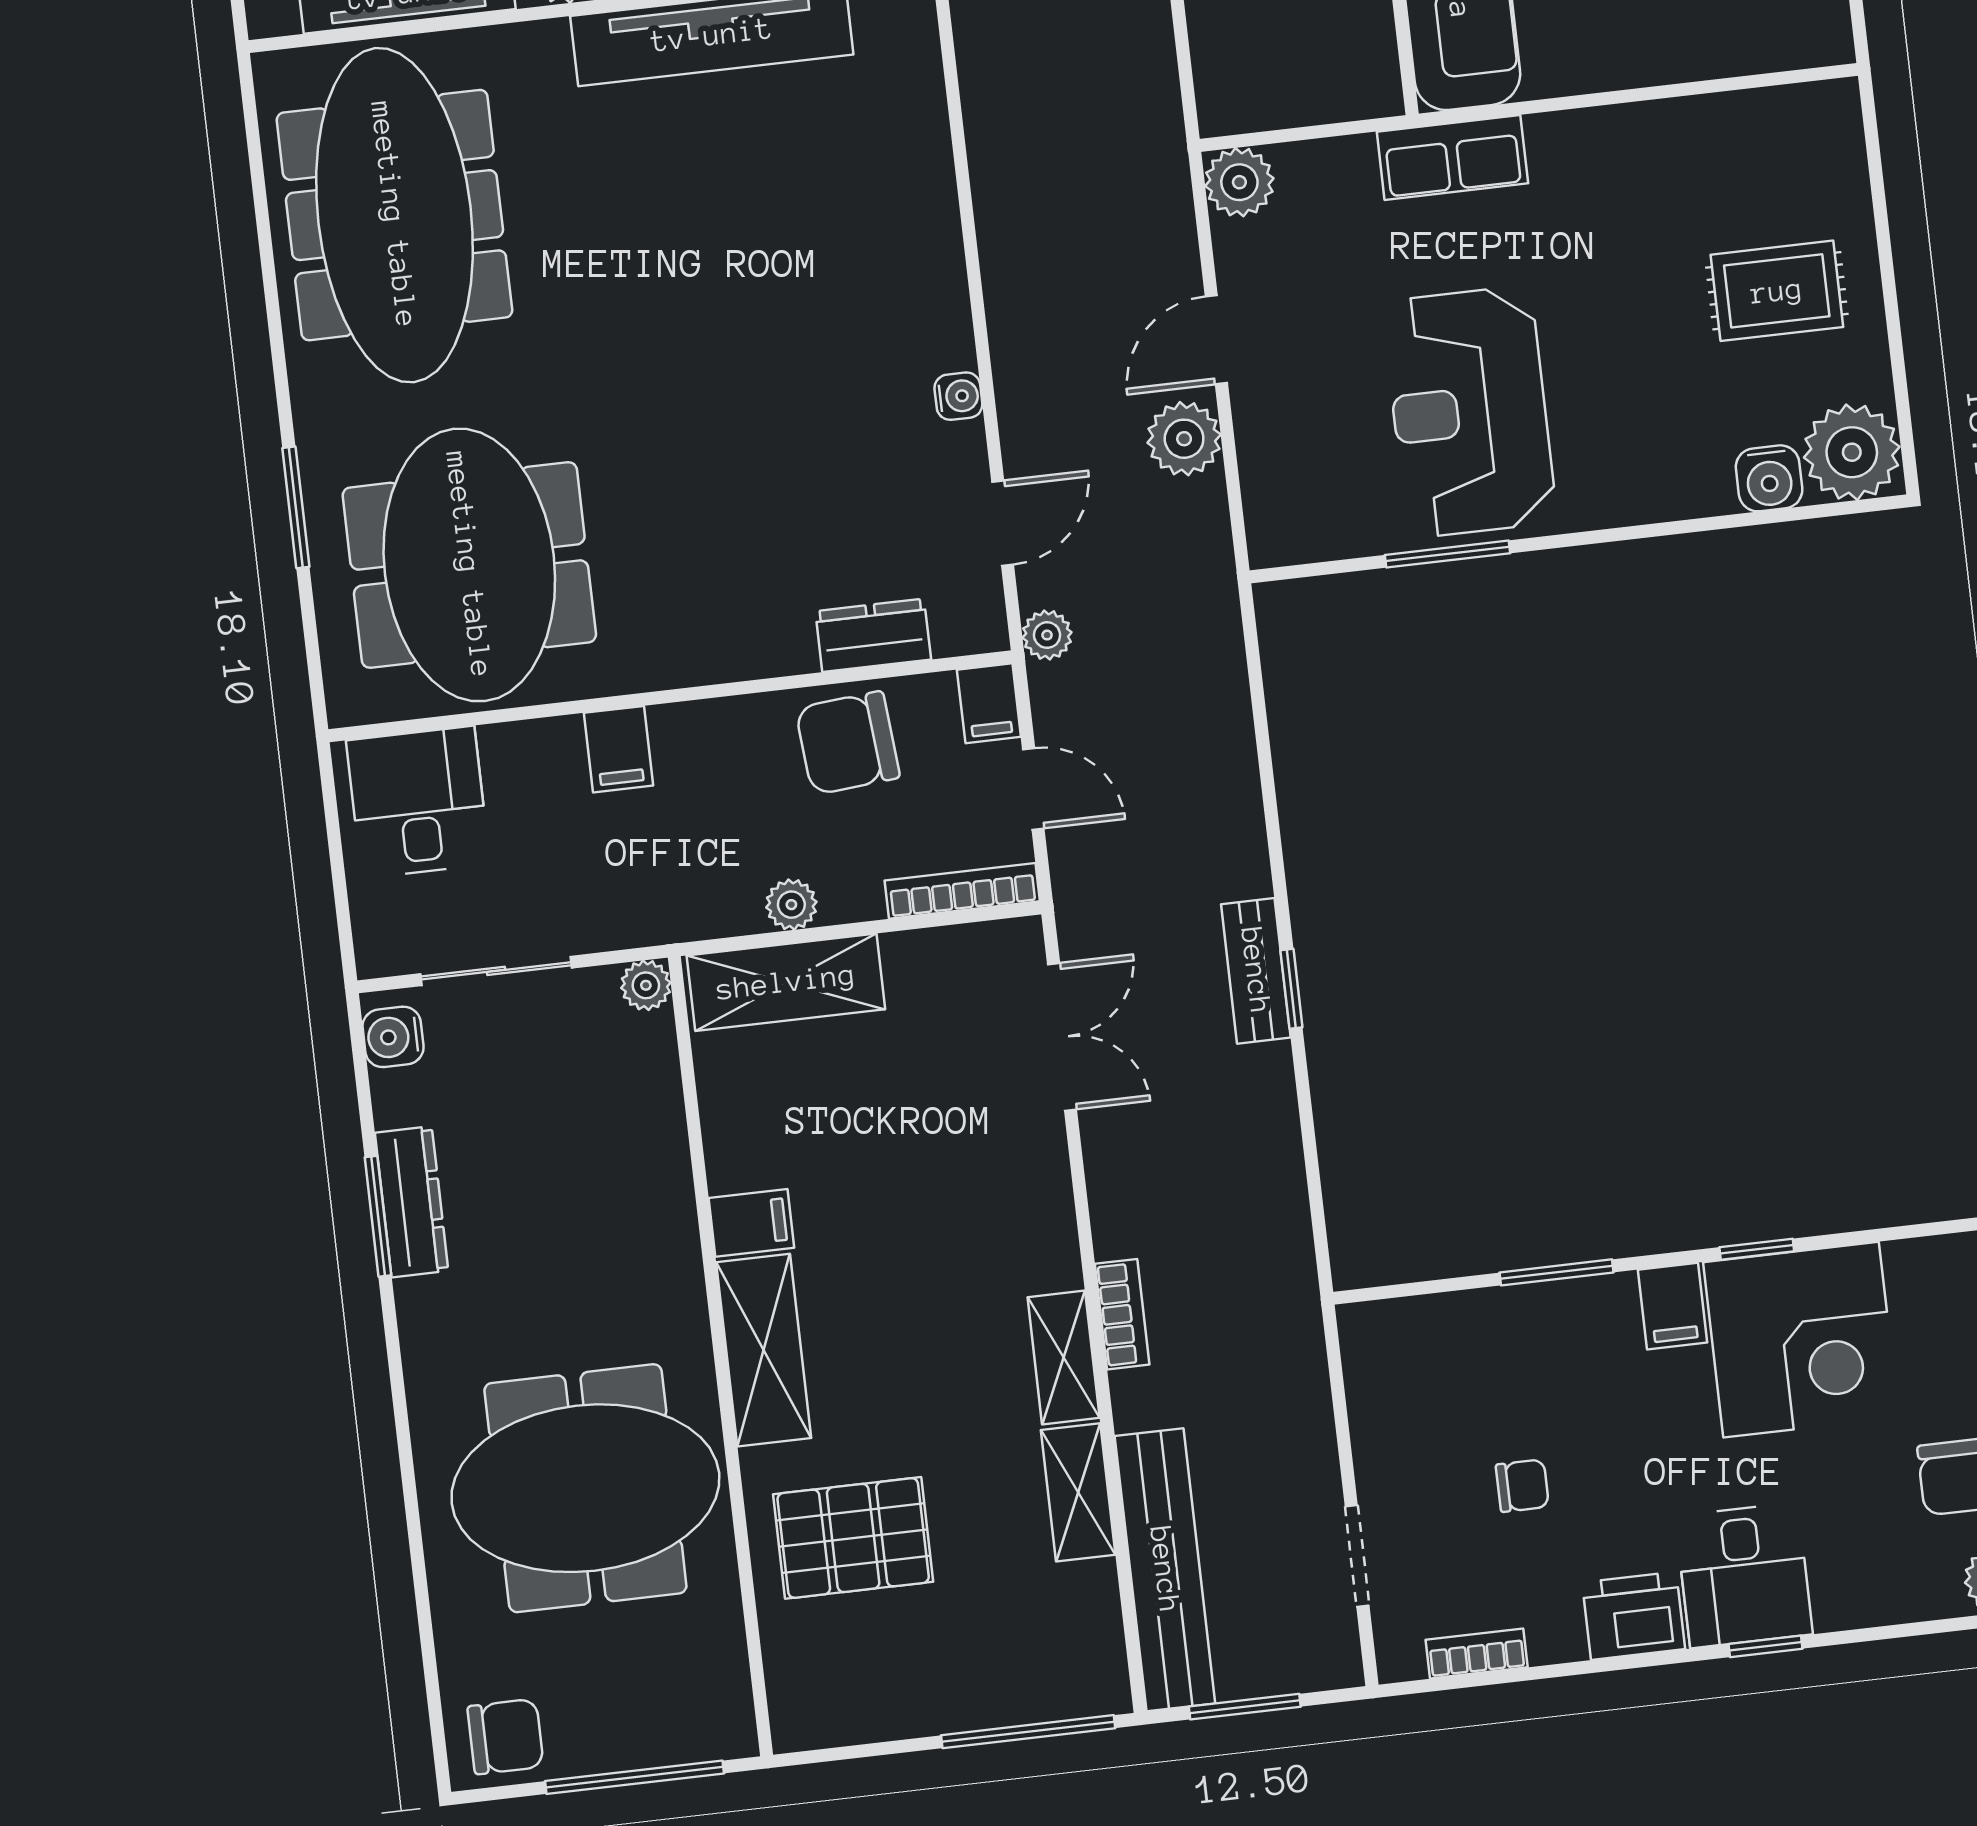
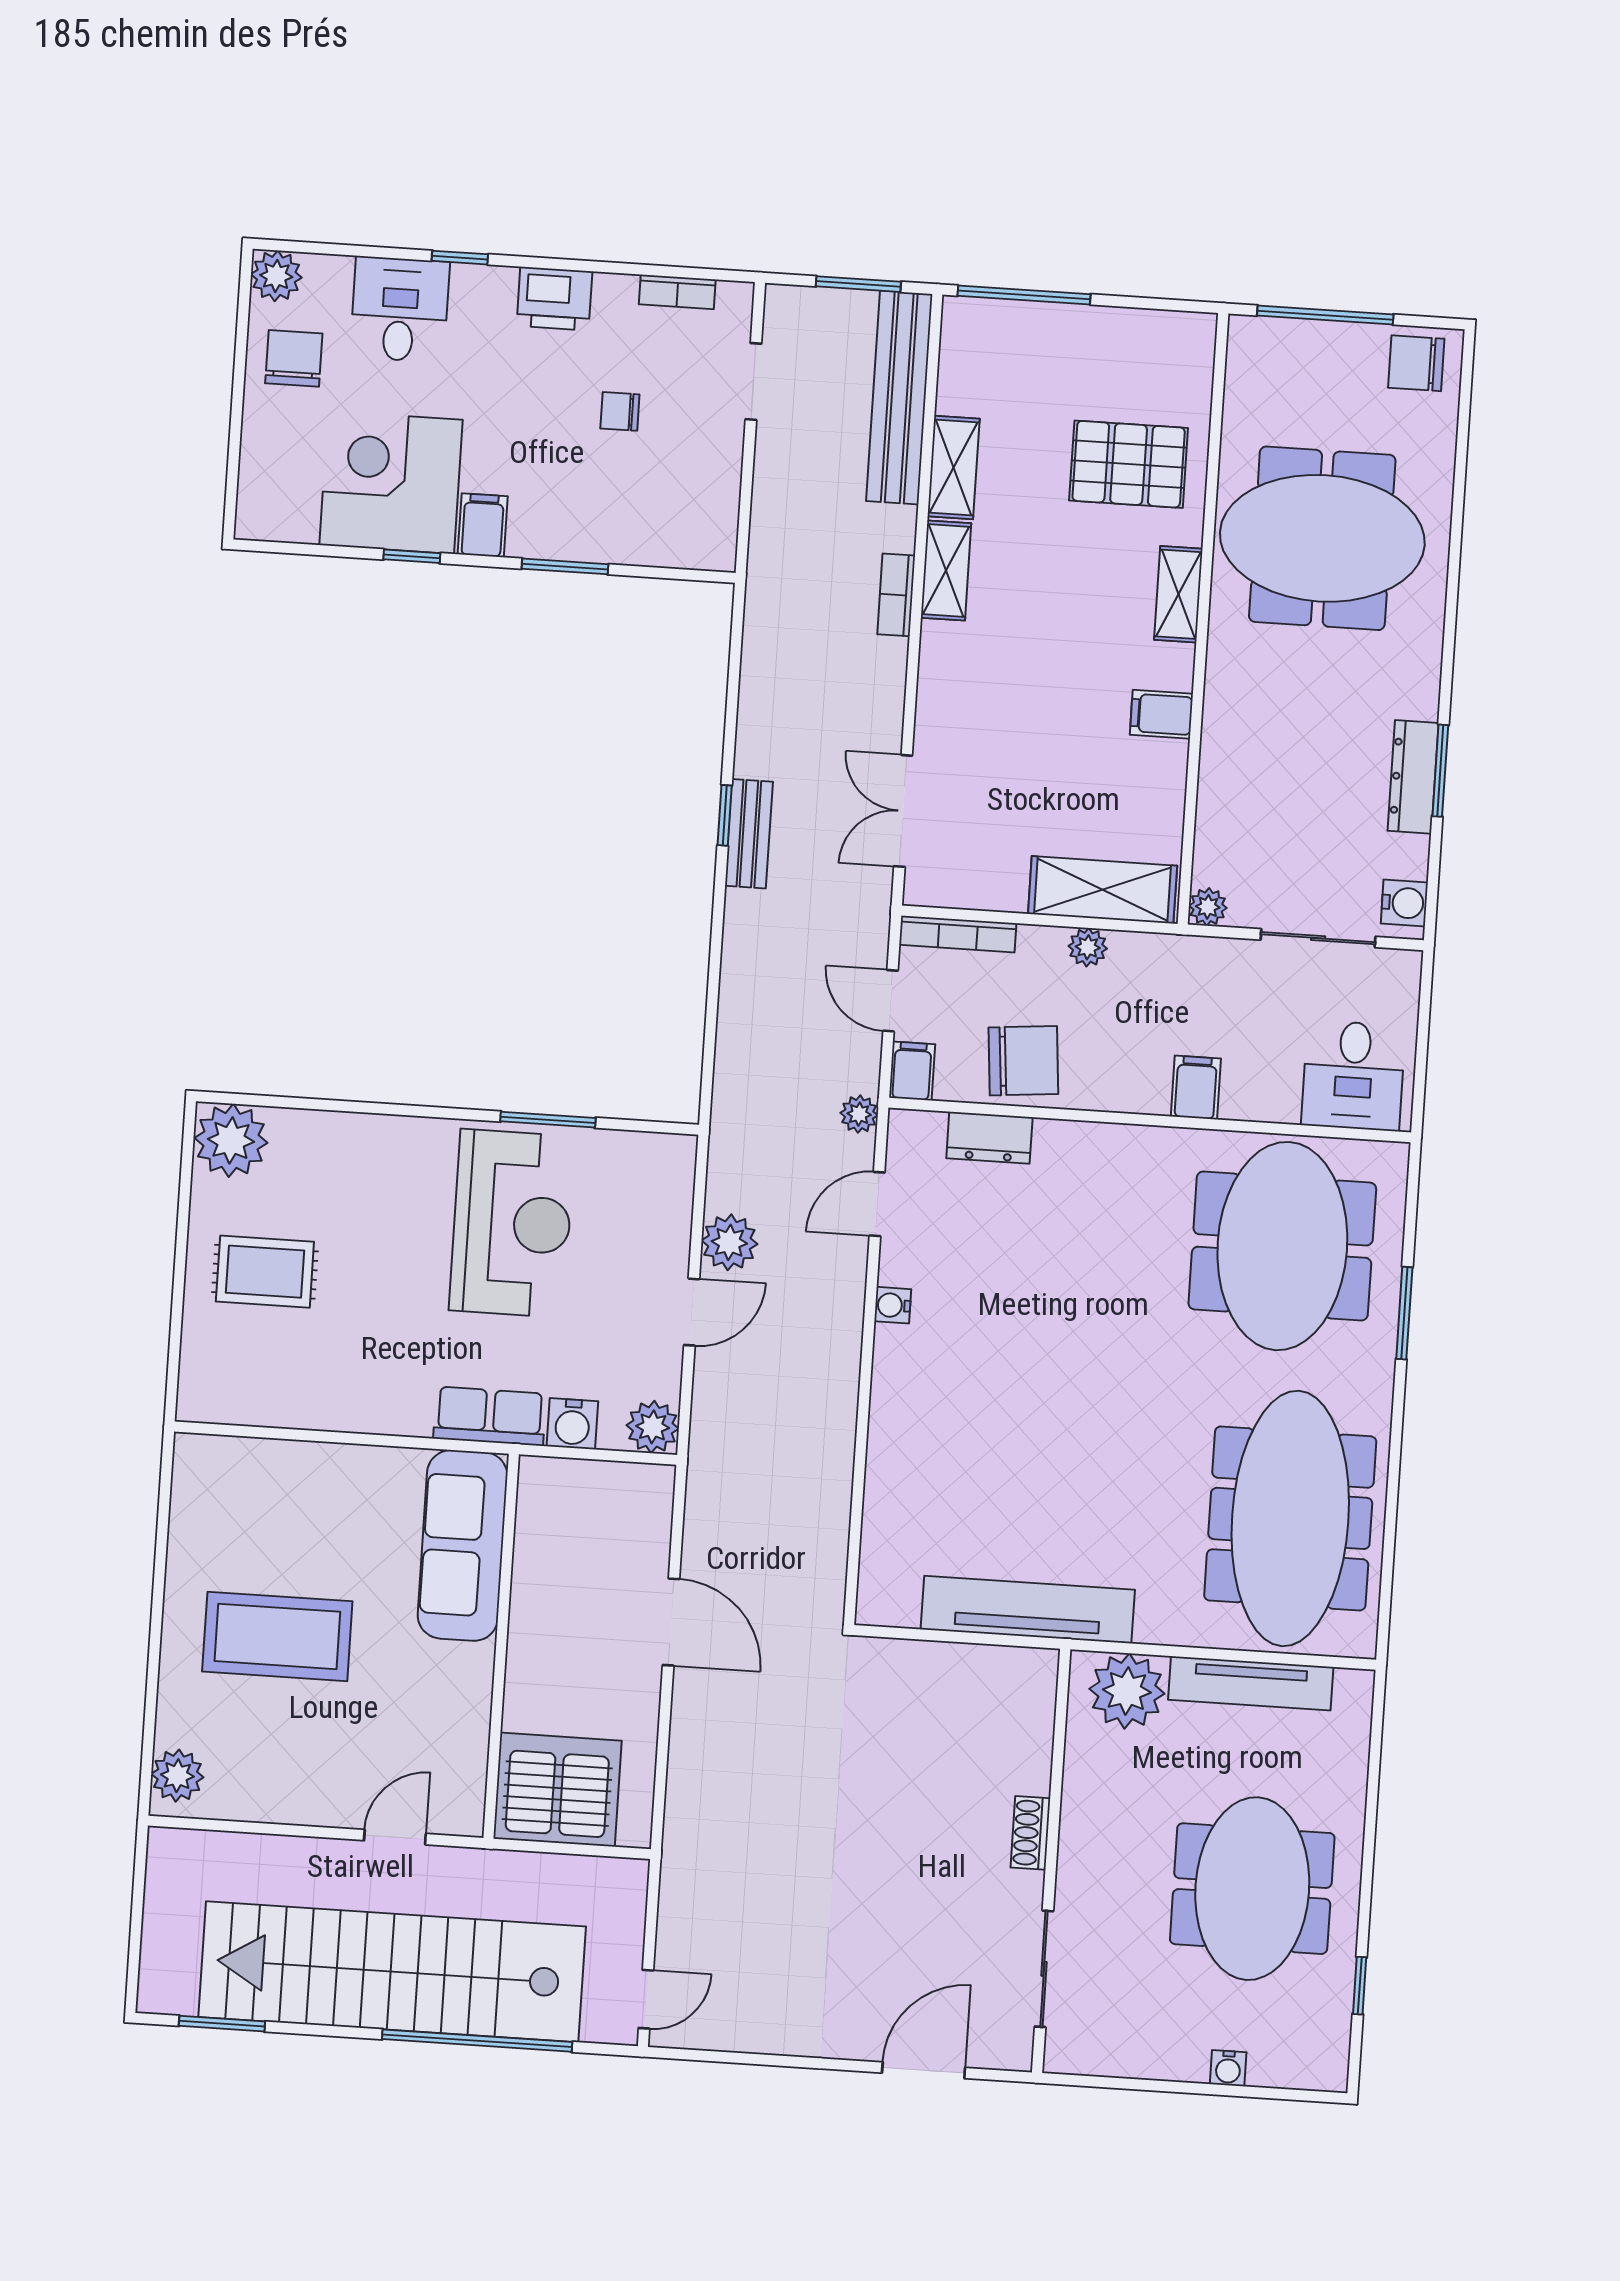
water cooler: (1769, 478) -> (572, 1424), moved, turned 180
shelving: (764, 1350) -> (1178, 594), width x0.67, depth x0.75
desk: (1744, 1575) -> (400, 309), moved

